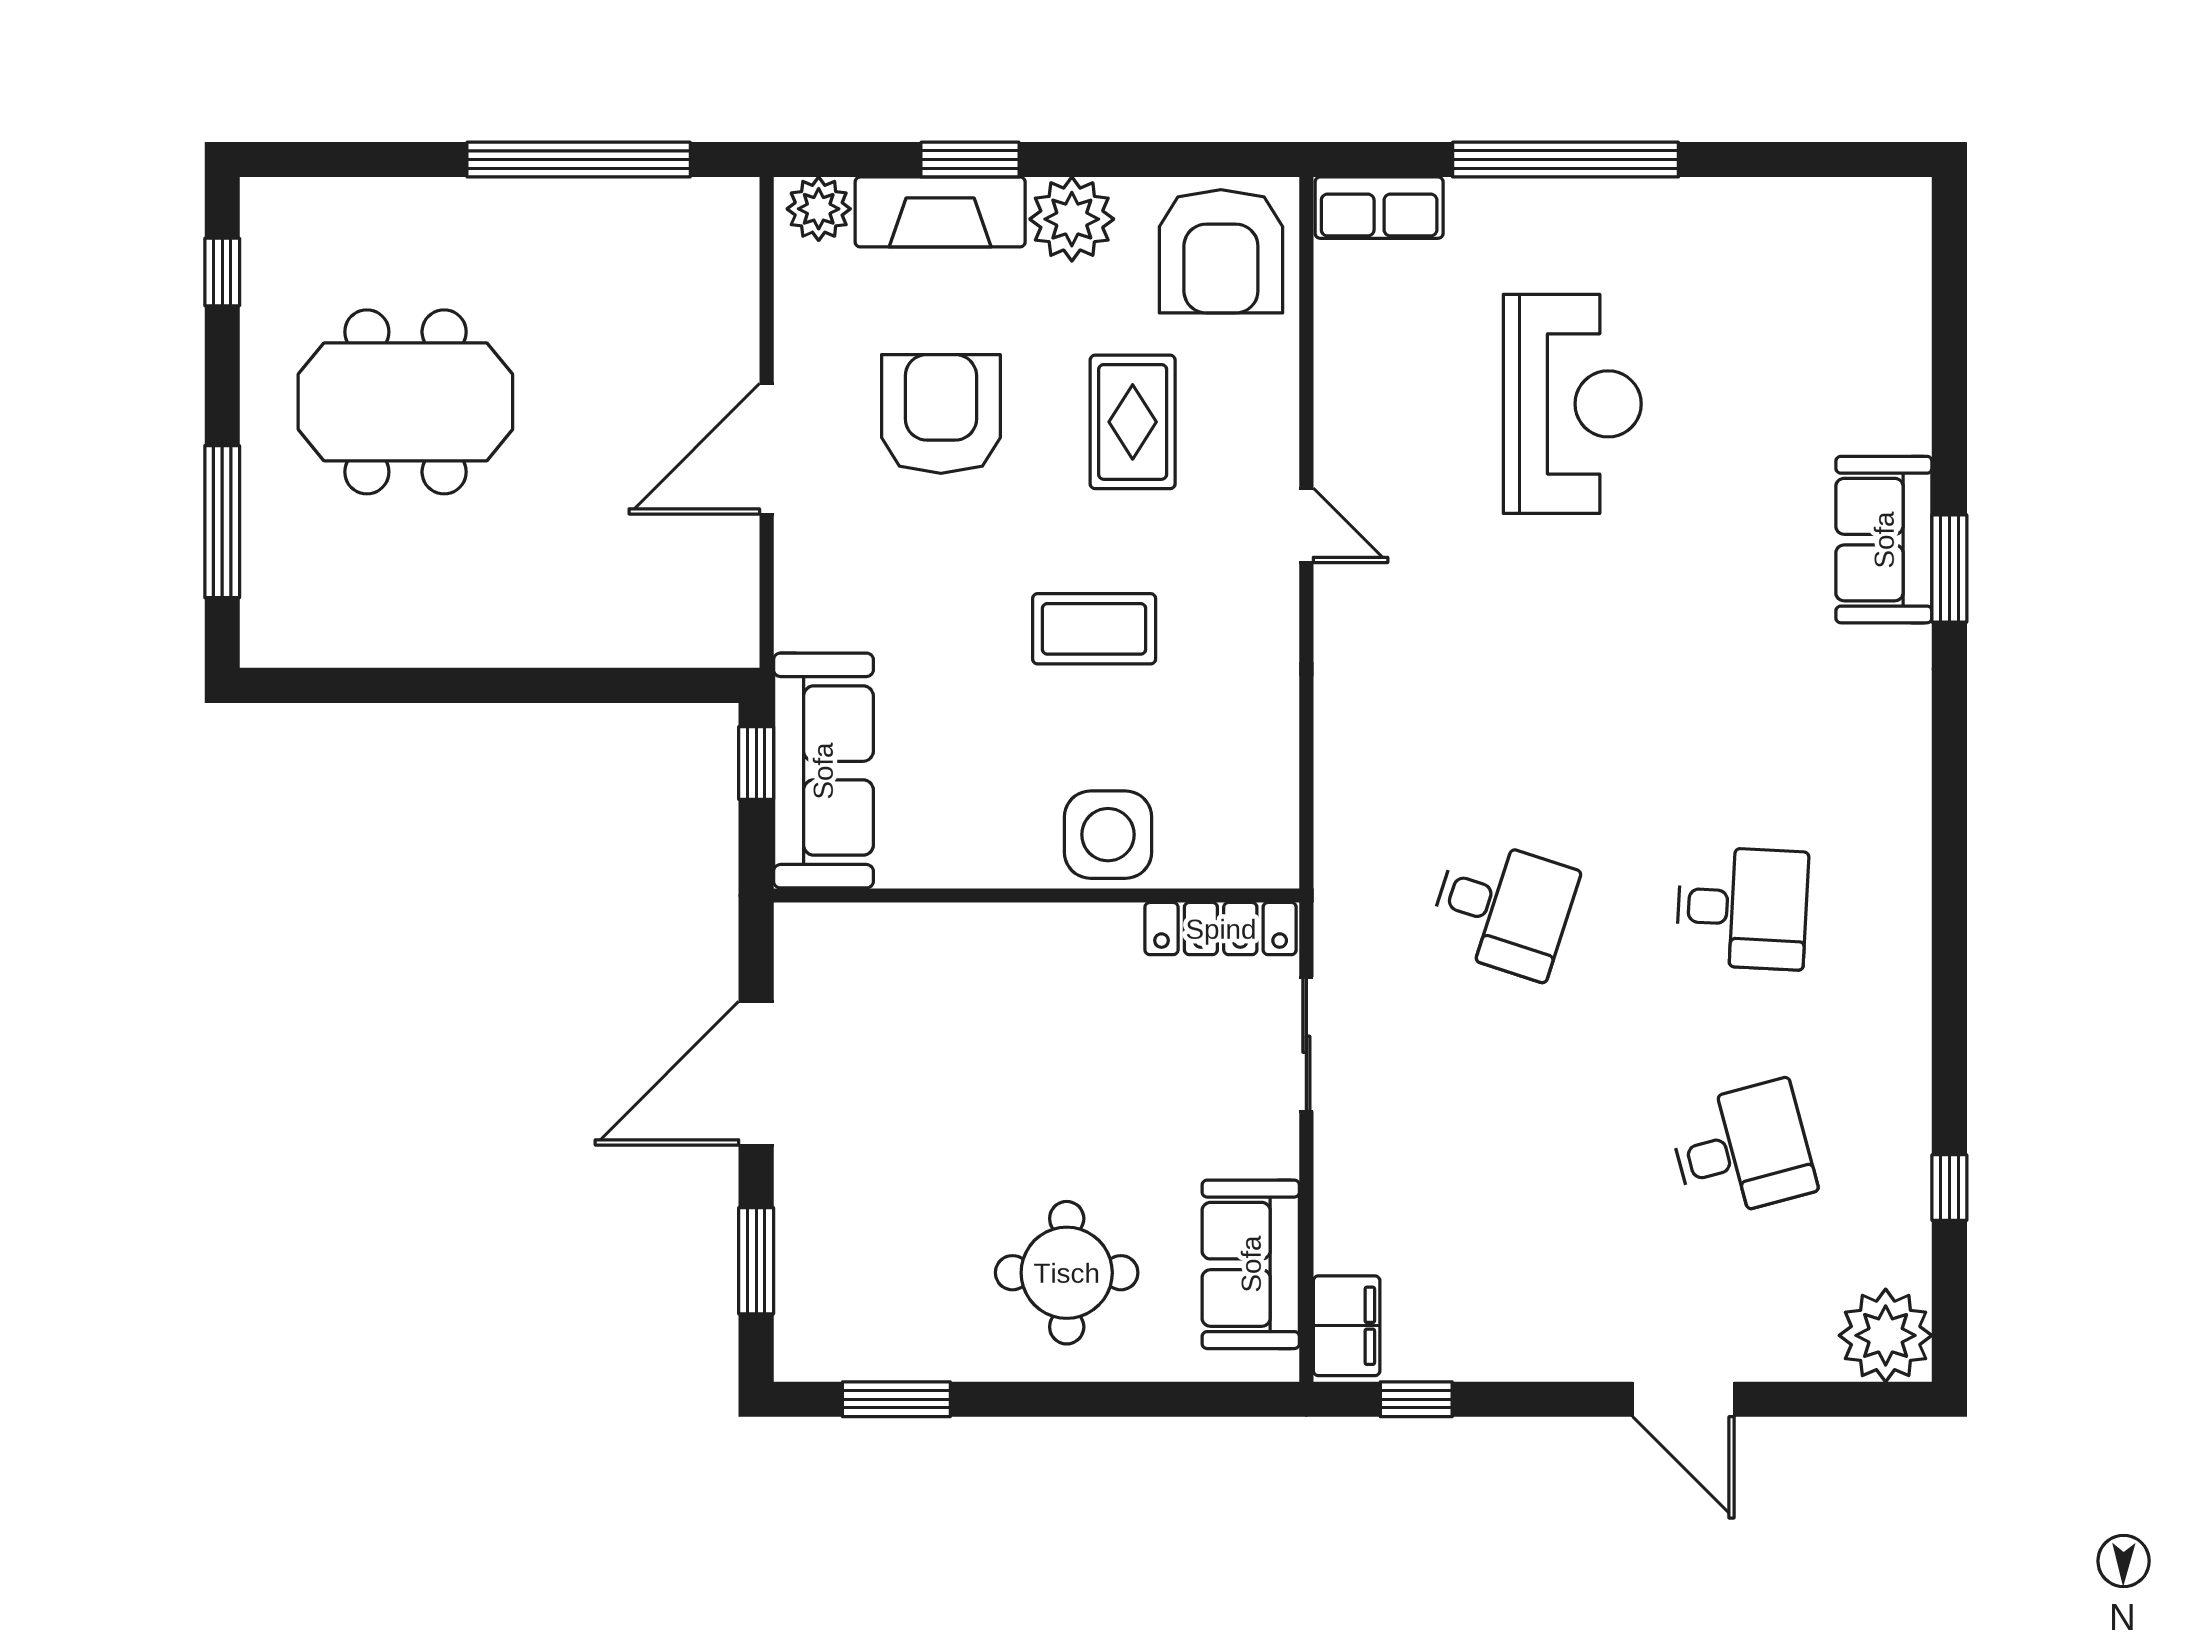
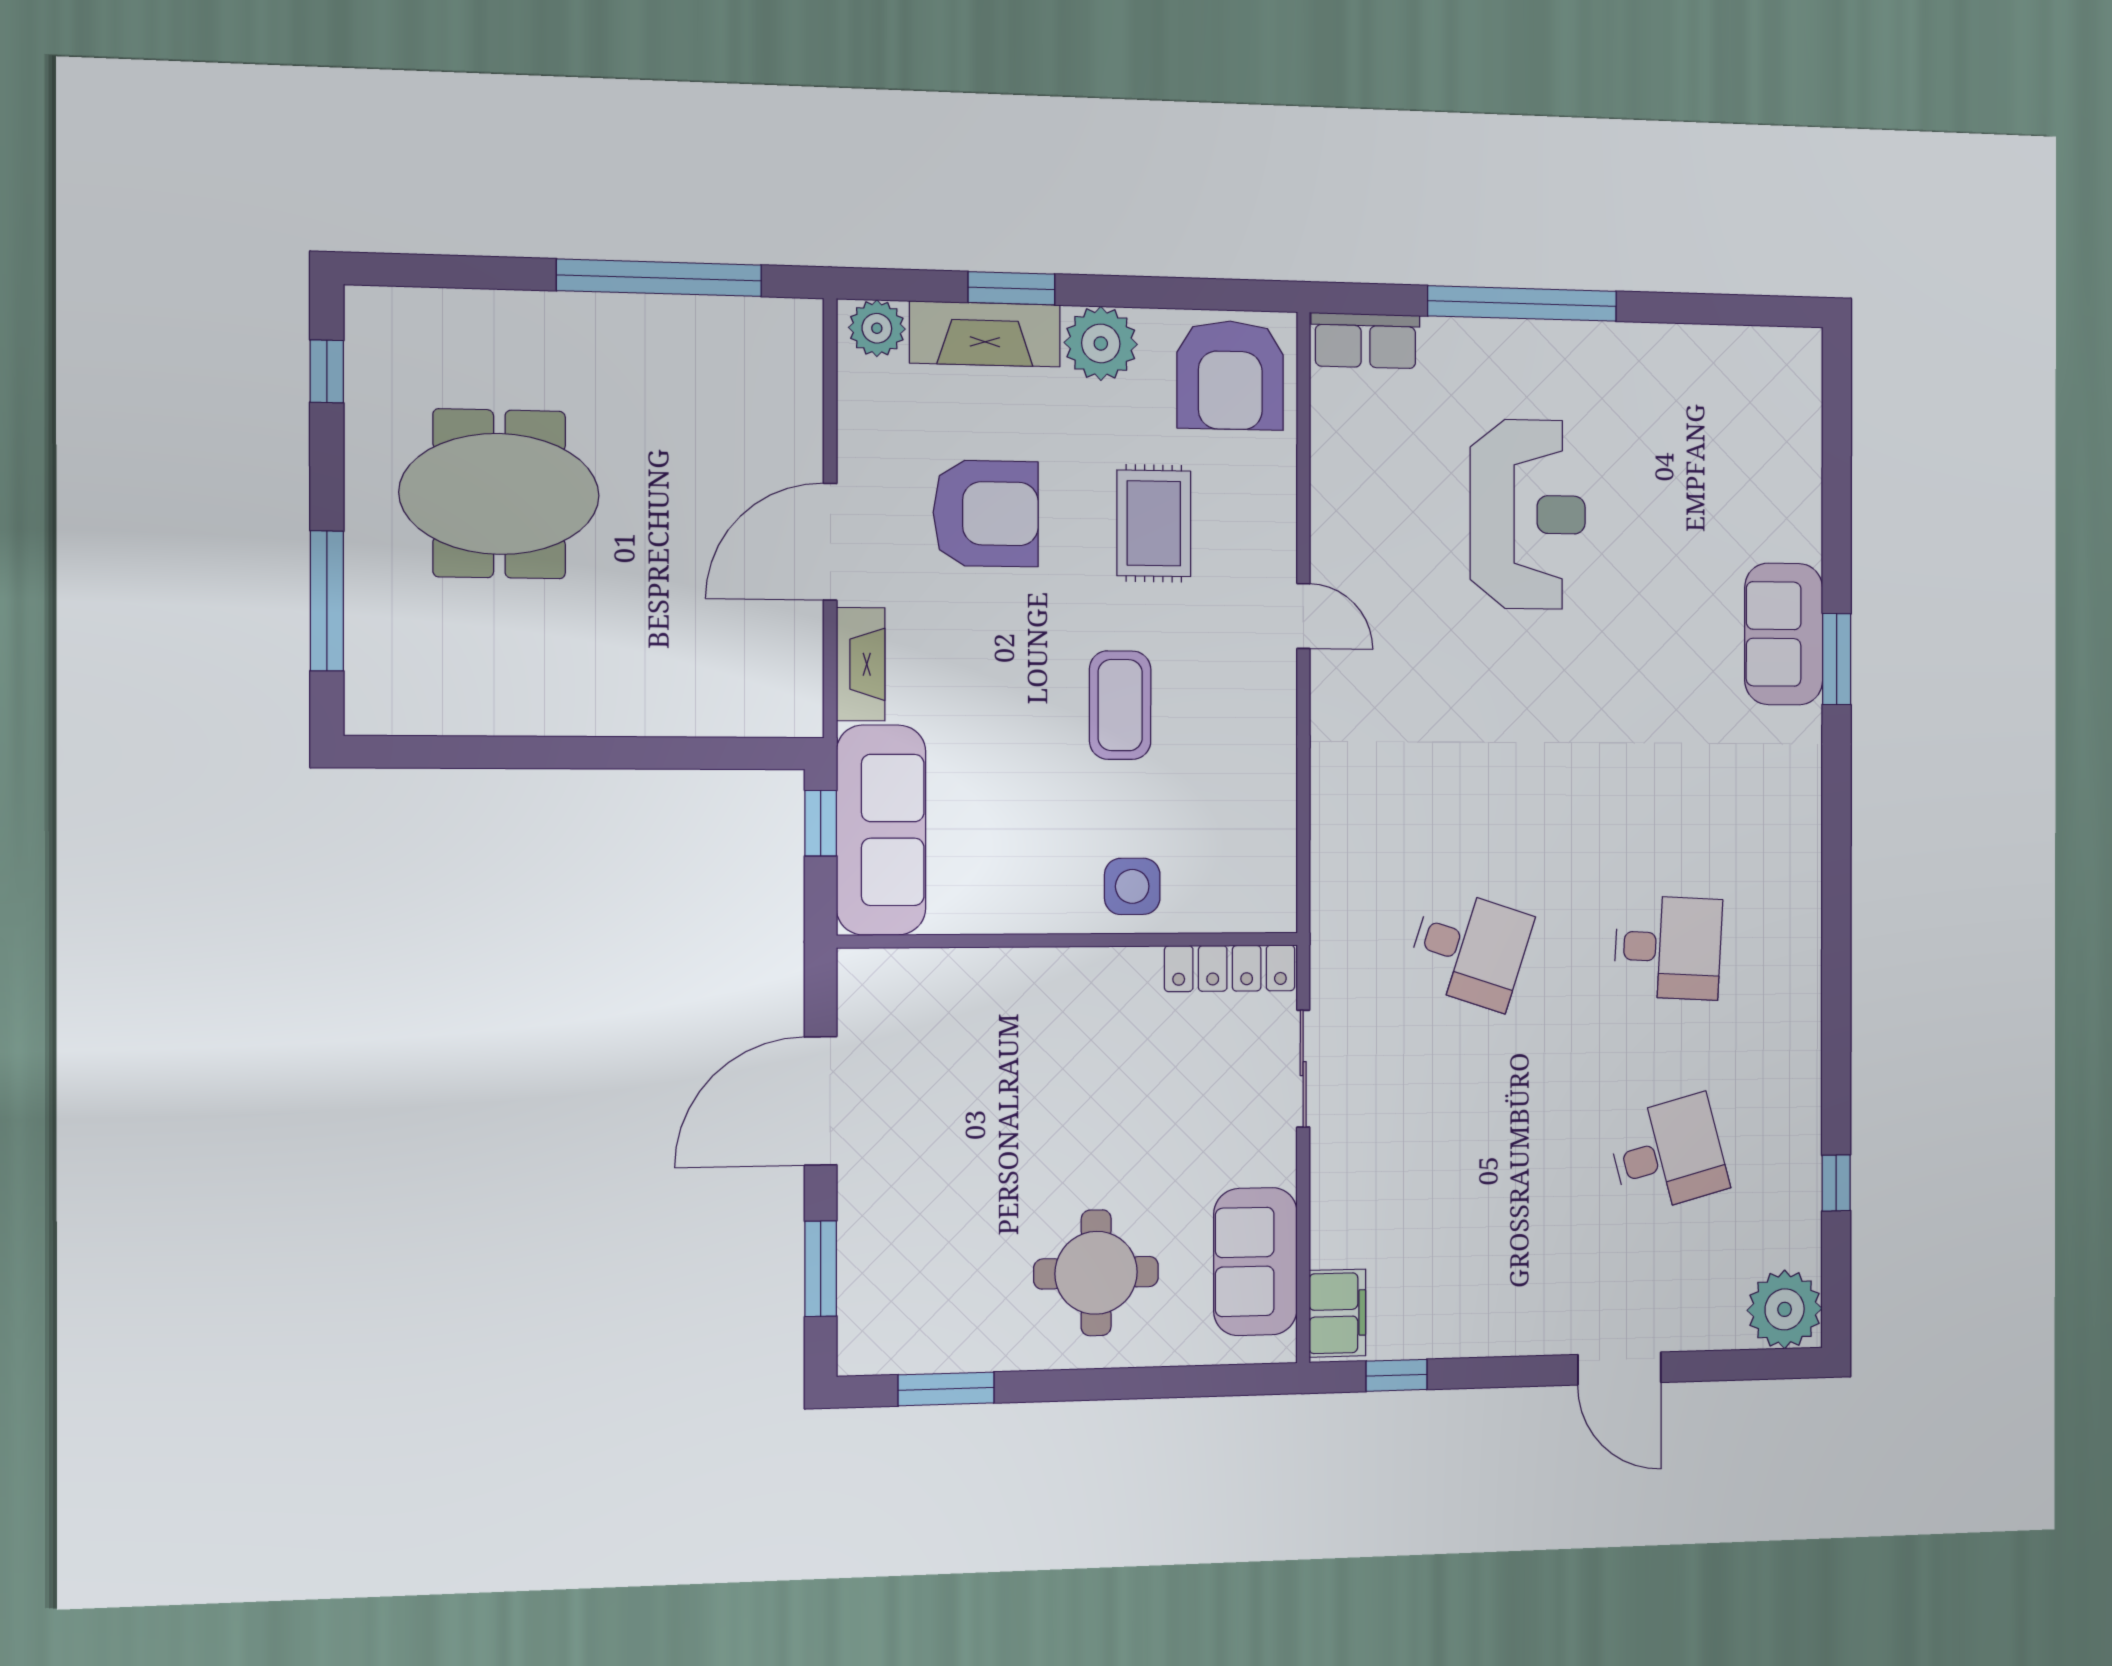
armchair: (941, 414) -> (986, 513), turned 90
fireplace: (801, 585) -> (861, 664), added
coffee table: (1094, 629) -> (1120, 705), turned 90
side table: (1108, 835) -> (1132, 886), width x0.73, depth x0.73

